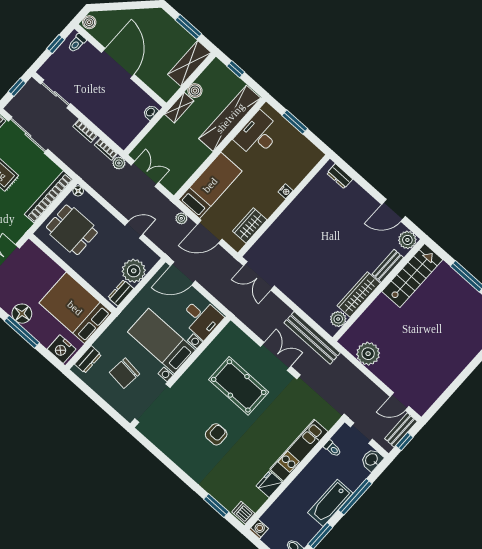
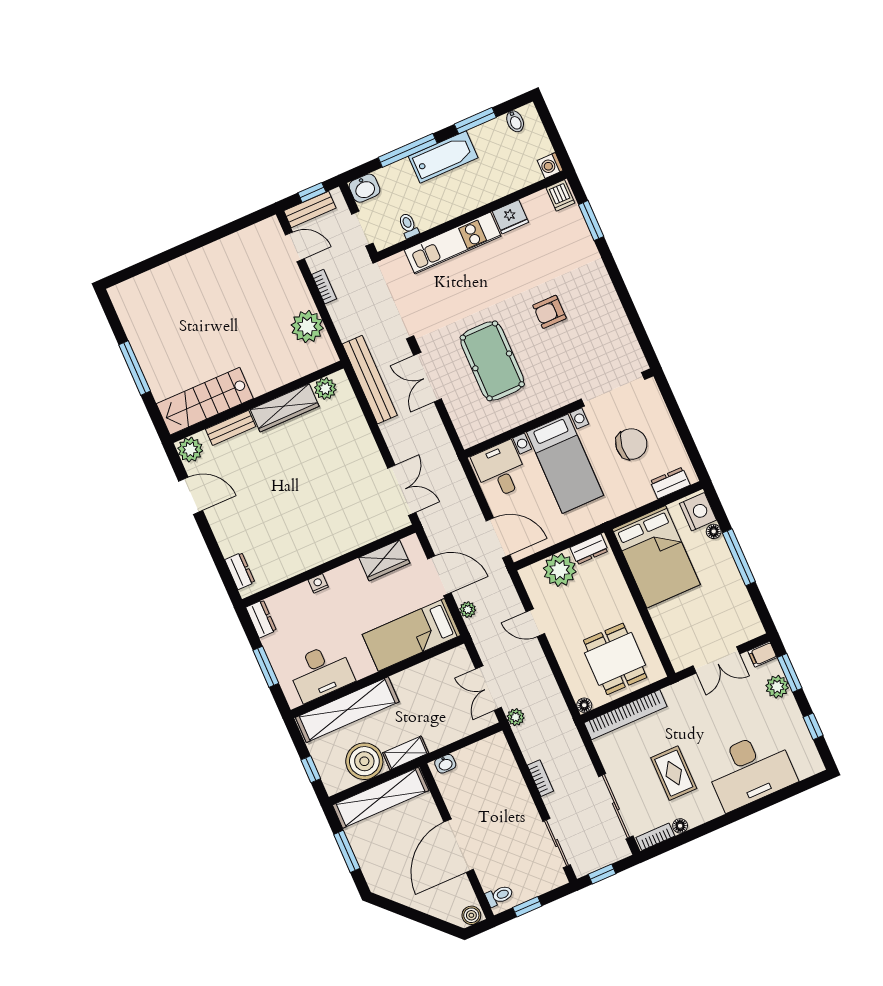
shelving: (189, 63) -> (381, 798), width x1.47
boiler: (195, 91) -> (364, 761), width x1.86, depth x1.86
bookcase: (106, 149) -> (324, 287), moved
dresser: (312, 152) -> (261, 619), added
floor lamp: (22, 314) -> (714, 531), moved, width x0.53, depth x0.53

